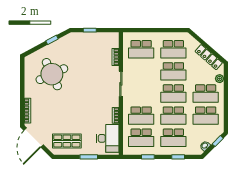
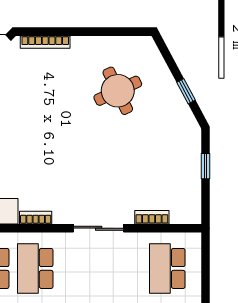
round table: (52, 74) -> (118, 91), width x0.73, depth x0.73

